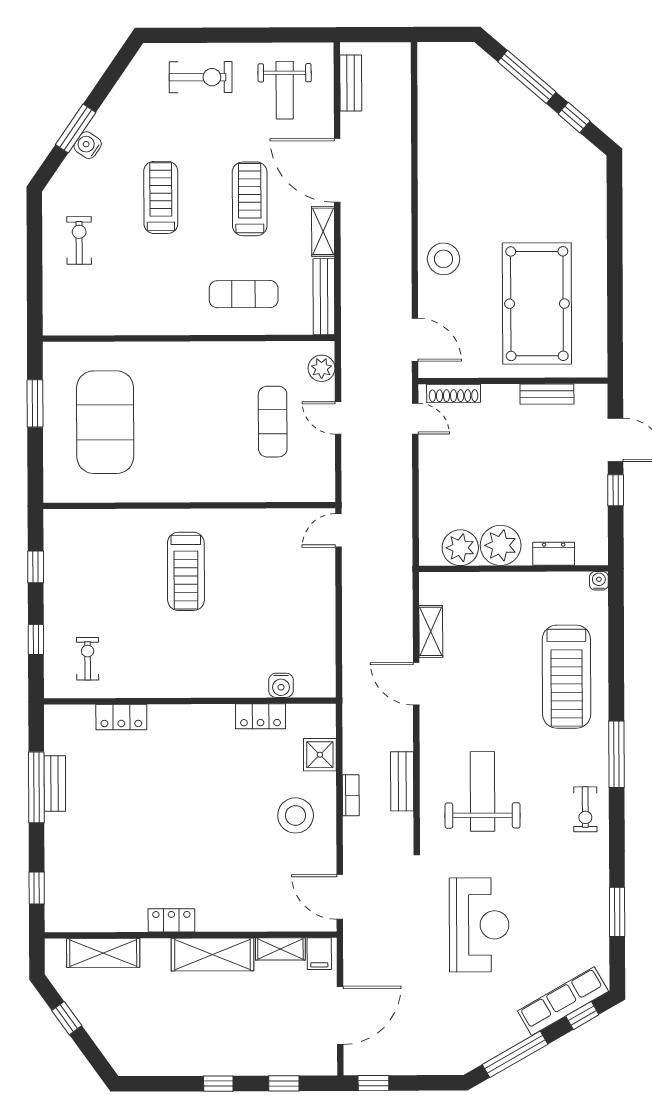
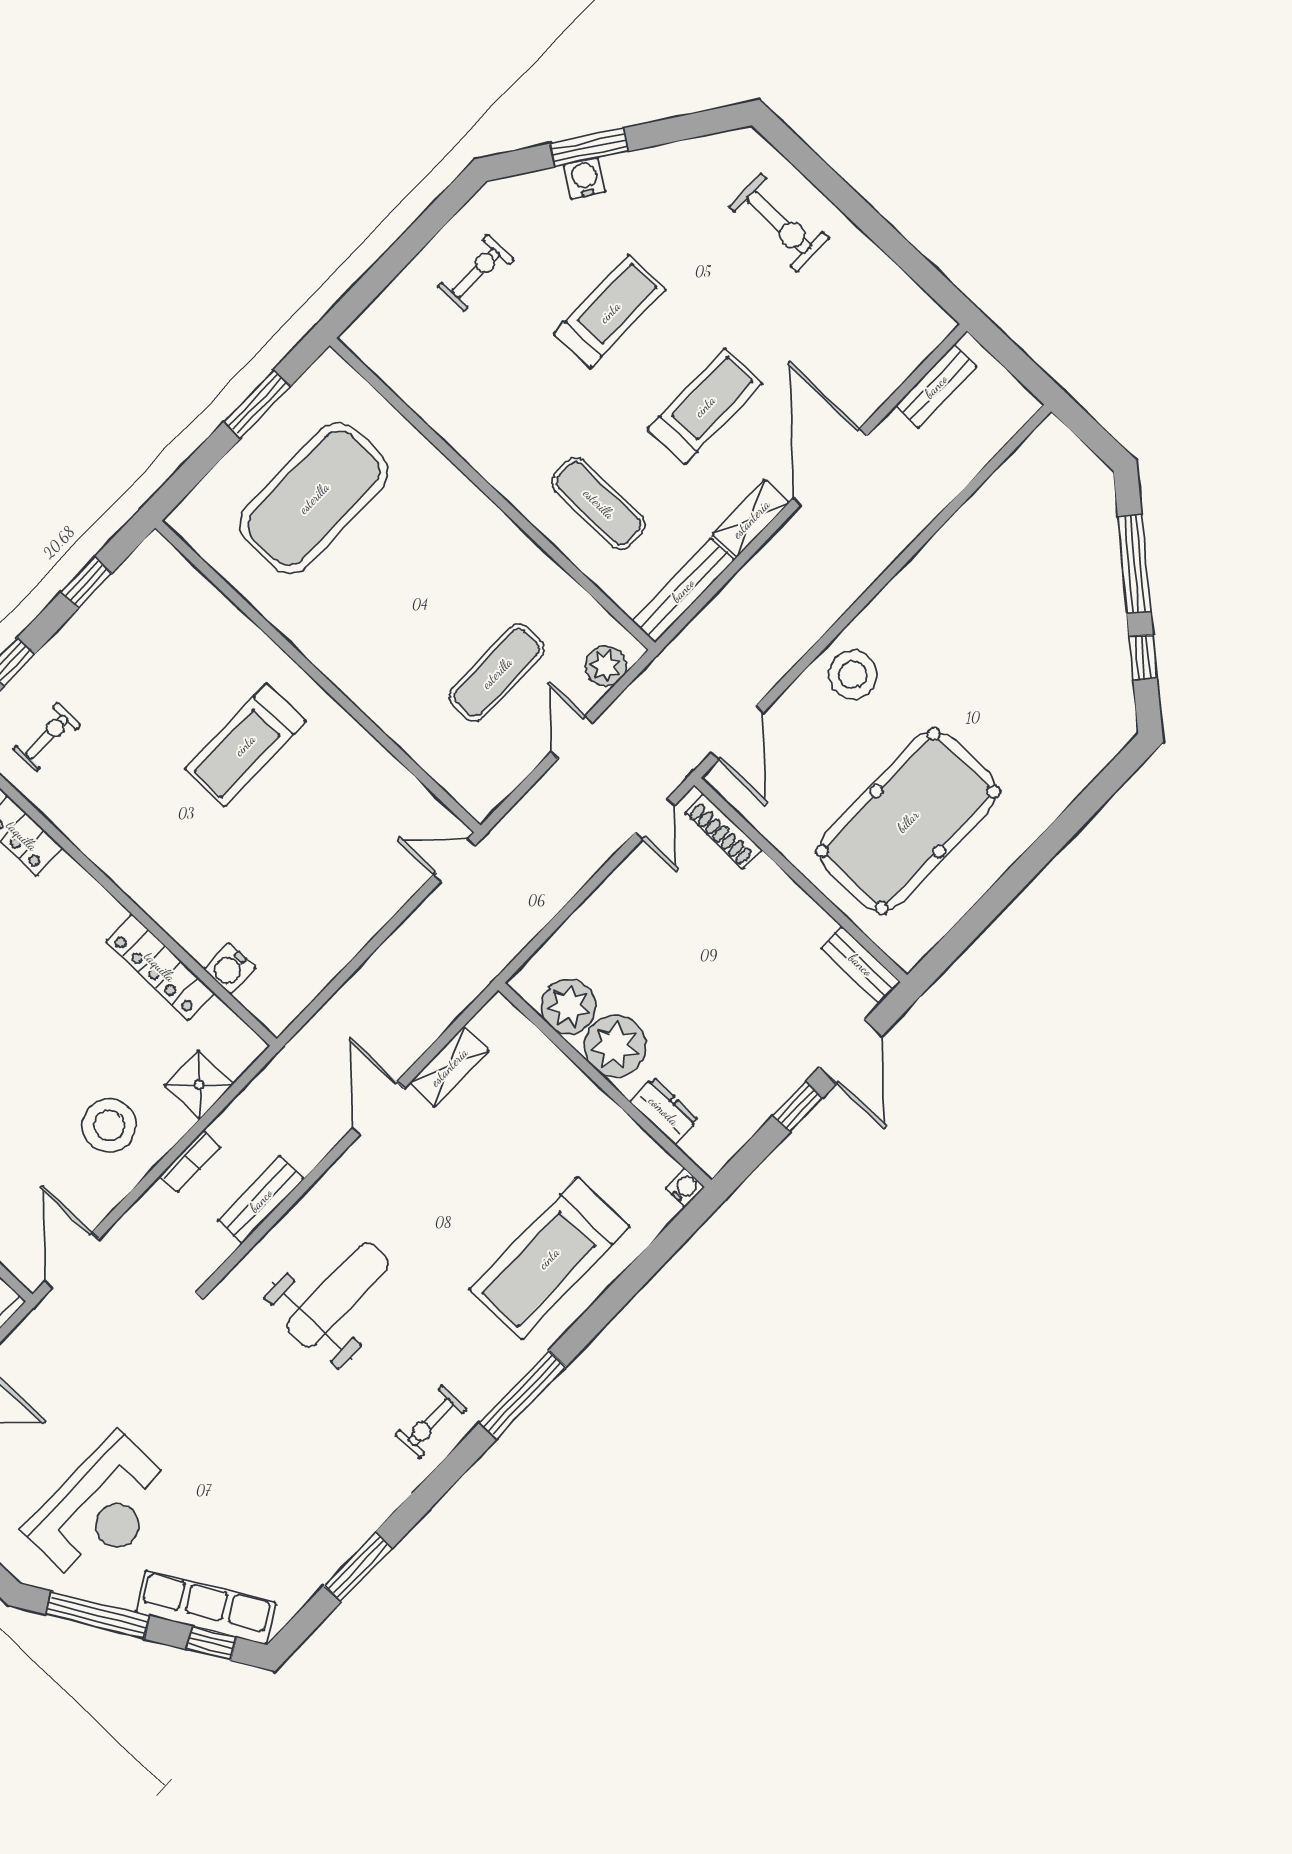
weight bench: (285, 90) -> (857, 325), removed
bench: (547, 394) -> (861, 965), moved
locker: (260, 716) -> (160, 967), width x1.53
reception desk: (479, 925) -> (100, 1509), moved

